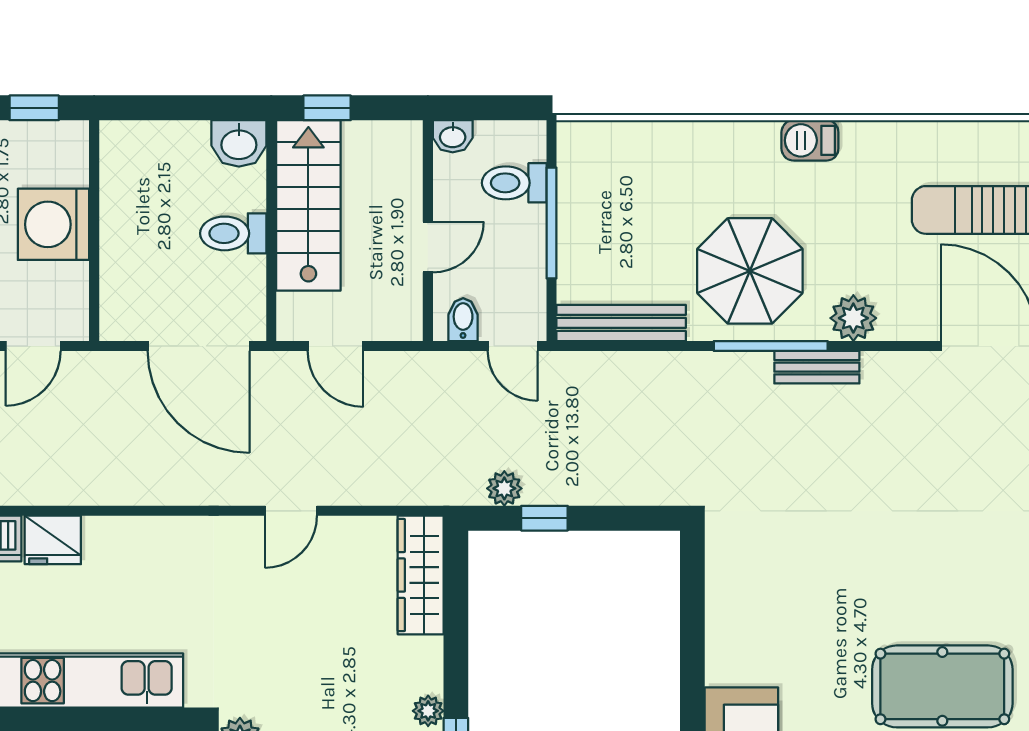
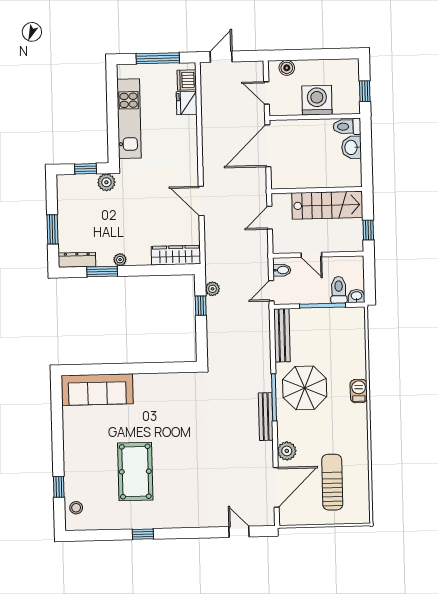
window: (327, 108) -> (368, 230), moved
washbasin: (453, 136) -> (357, 296), moved, turned 90
barbecue: (810, 140) -> (359, 391), moved
washbasin: (239, 143) -> (351, 147), moved
toilet: (233, 233) -> (347, 127), moved, turned -90
plant: (853, 318) -> (287, 451), moved
door: (199, 346) -> (268, 146), moved
bench: (817, 367) -> (266, 417), width x1.36
door: (291, 511) -> (201, 201), width x1.38

